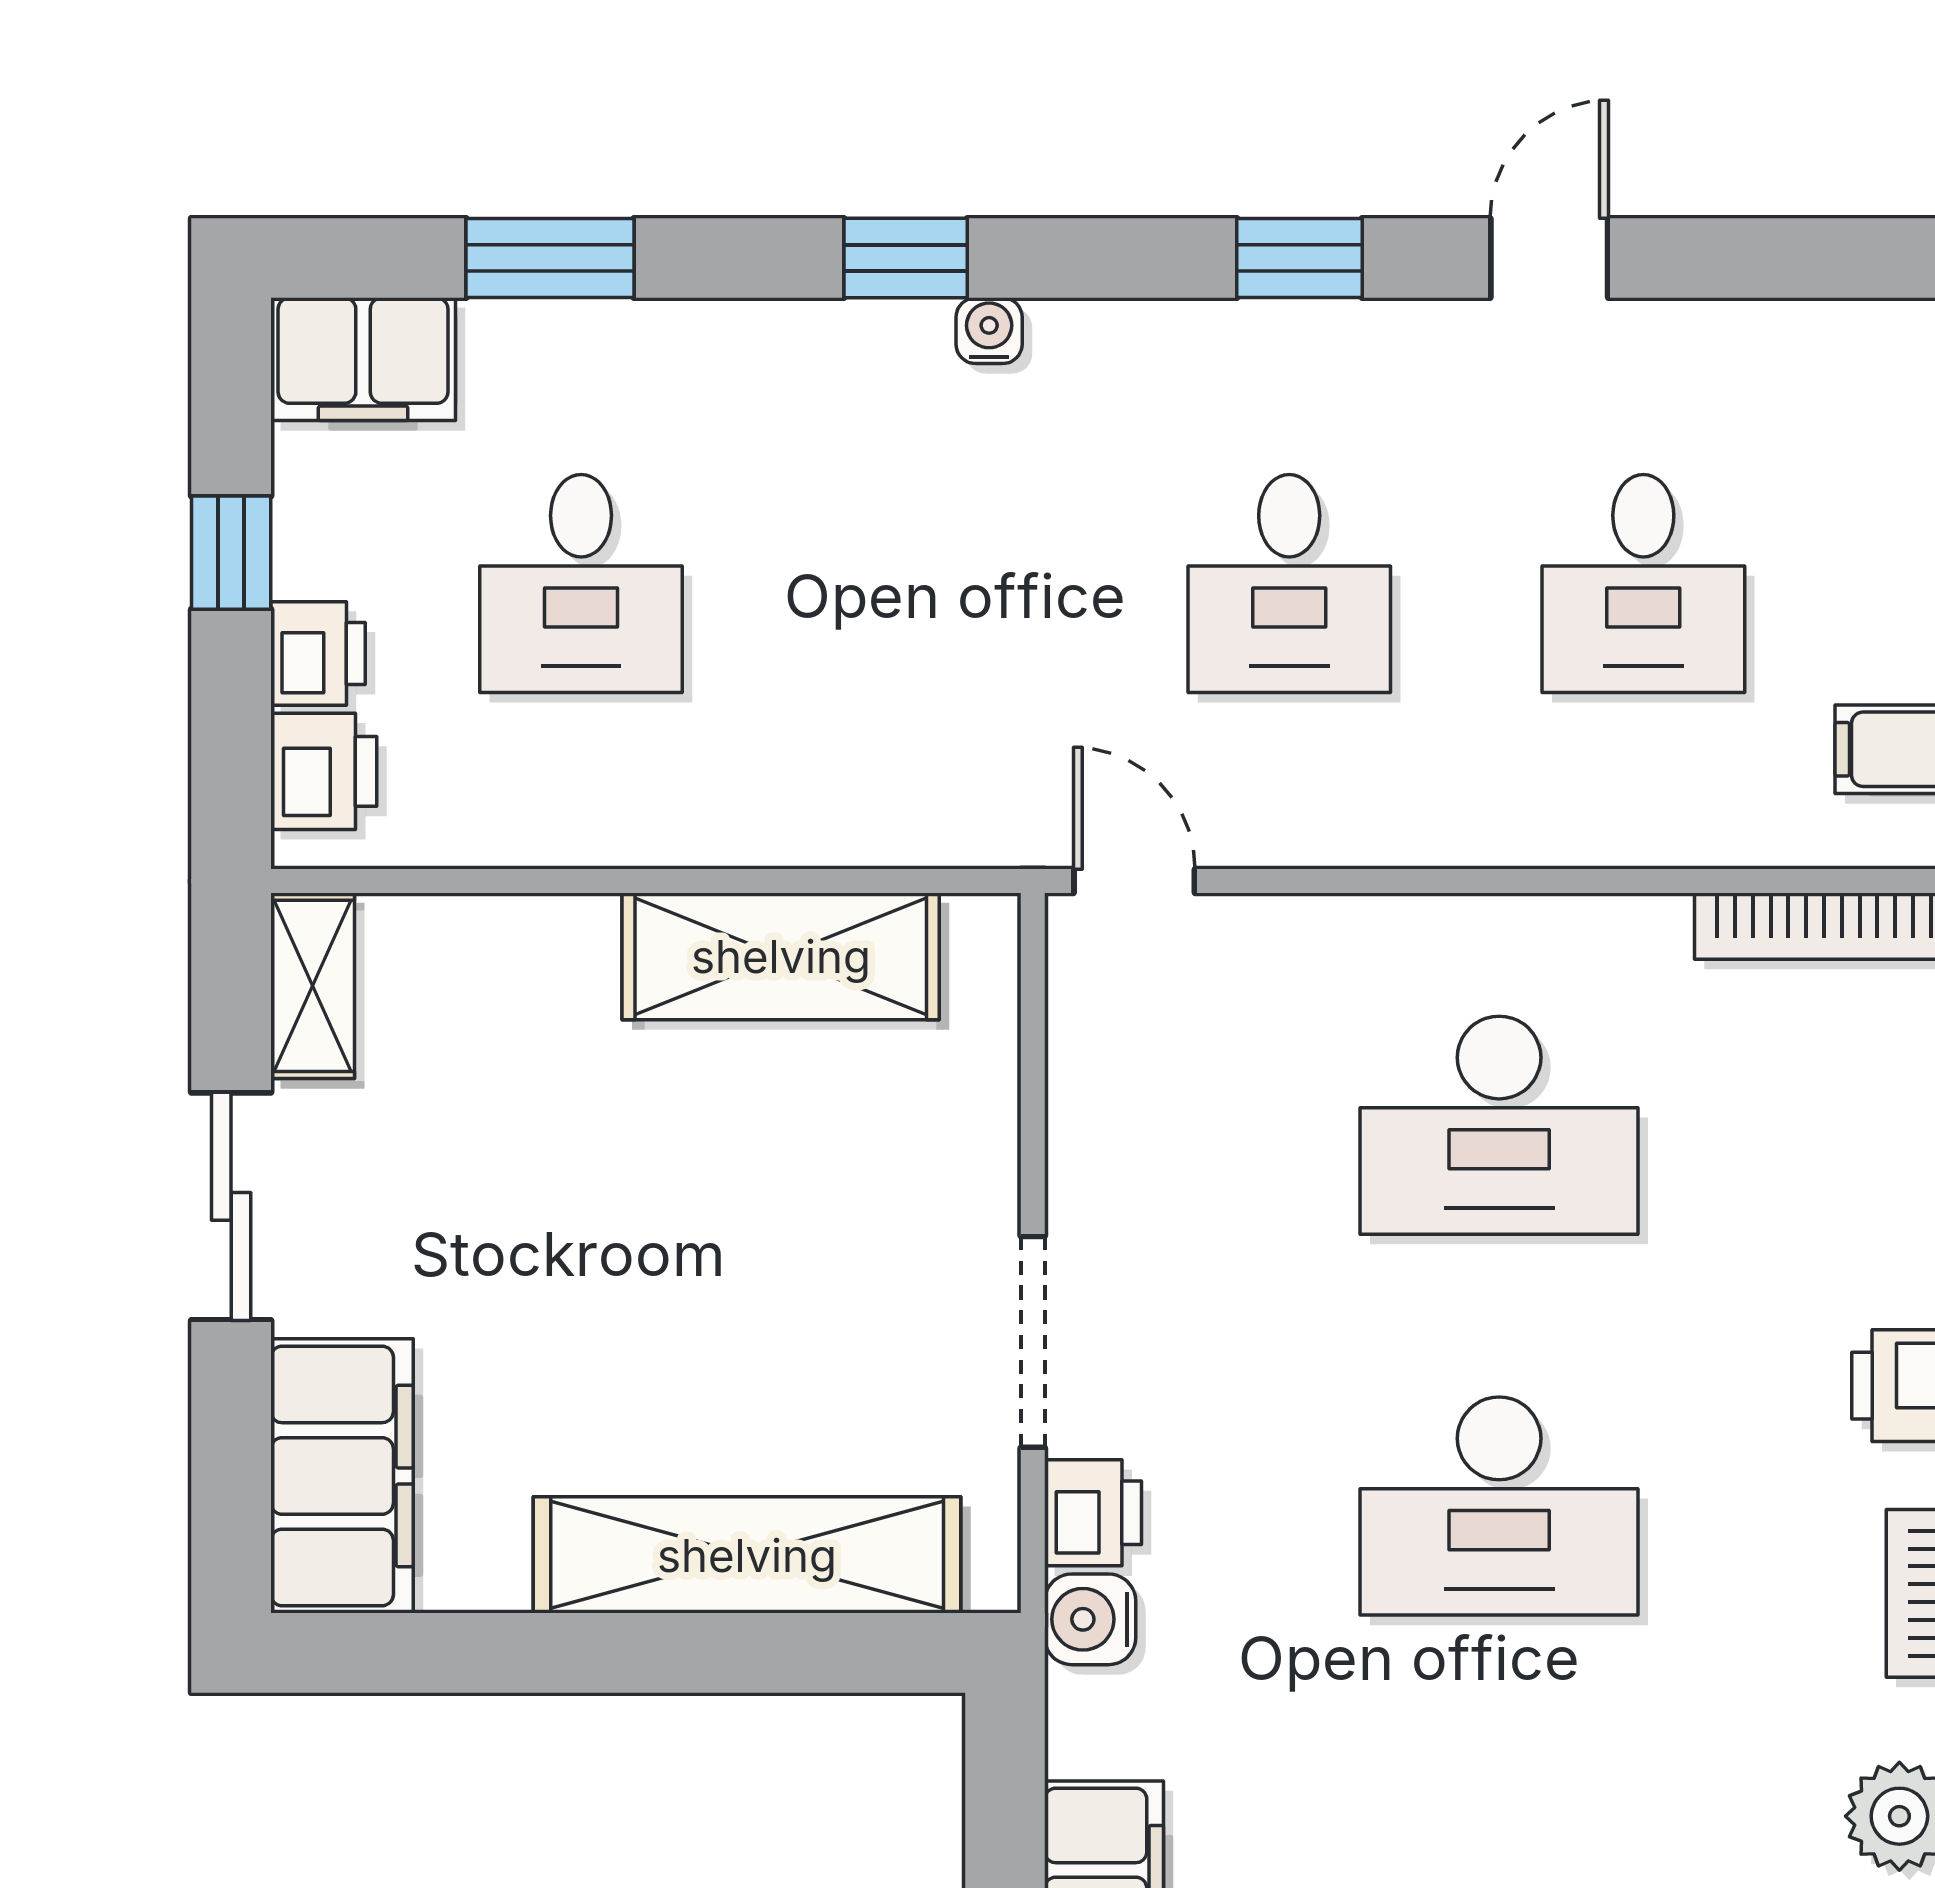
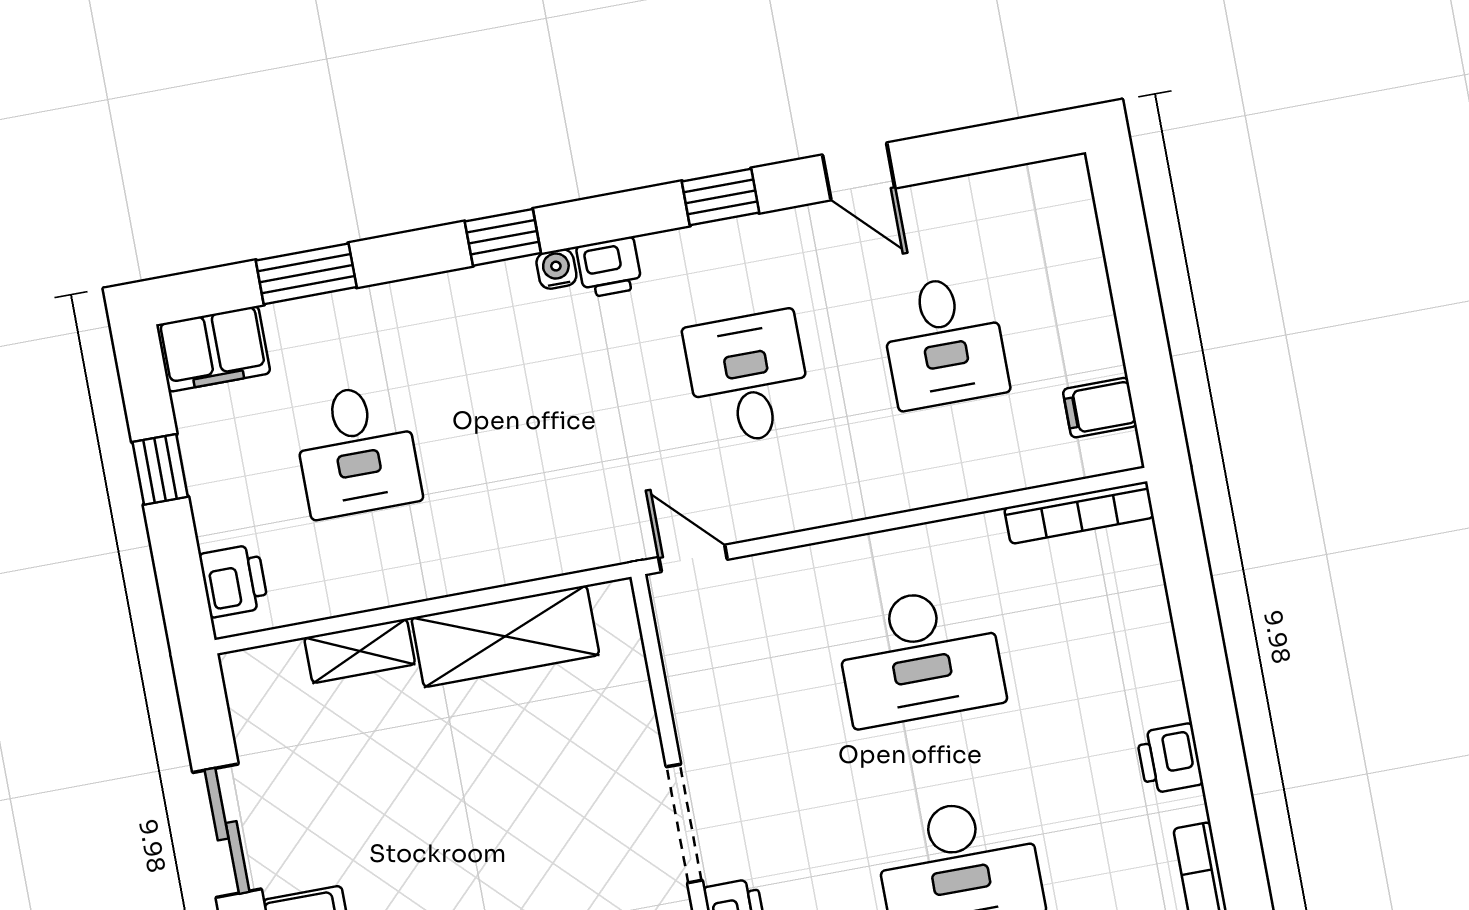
door: (1549, 258) -> (859, 171), swing flipped
desk: (1289, 583) -> (748, 378), turned 180
printer: (318, 653) -> (609, 267), moved, turned 90
shelving: (313, 986) -> (360, 651), moved, turned 90

